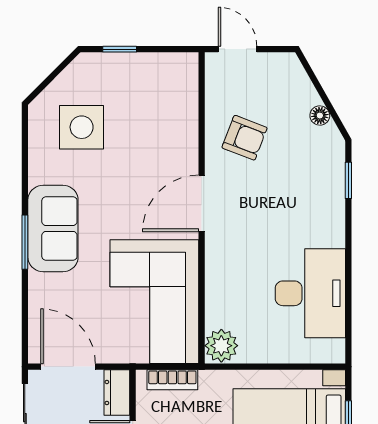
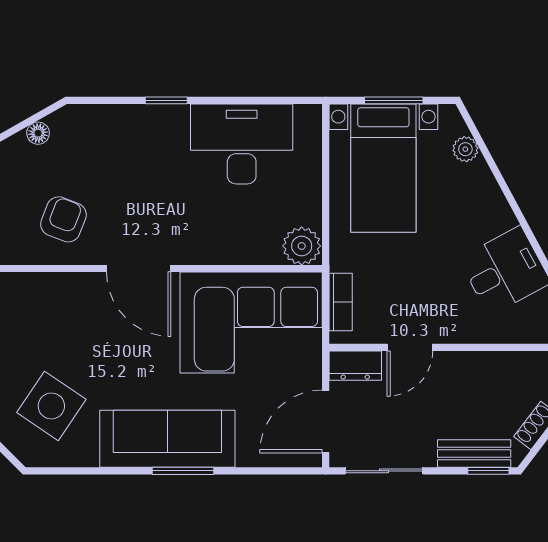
side table: (82, 127) -> (51, 406), turned 34
window: (348, 180) -> (166, 100), moved
sofa: (53, 228) -> (167, 439), width x1.36

